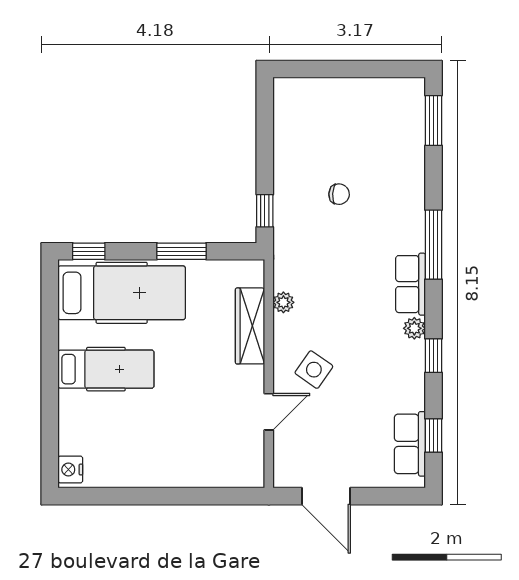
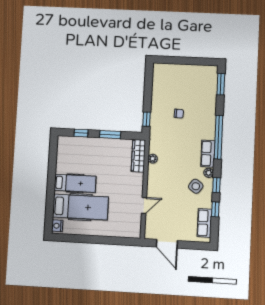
window: (433, 245) -> (218, 137), width x1.46
window: (89, 251) -> (81, 133), moved
hospital bed: (122, 293) -> (80, 207), moved
wardrobe: (250, 326) -> (138, 156), moved
side table: (314, 370) -> (196, 186), moved
window: (433, 436) -> (215, 209), moved

